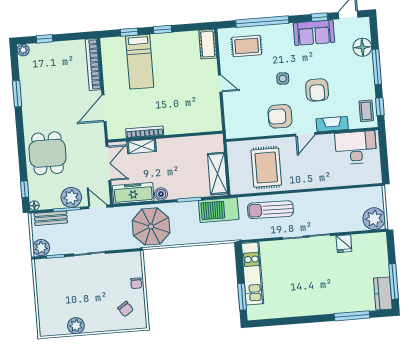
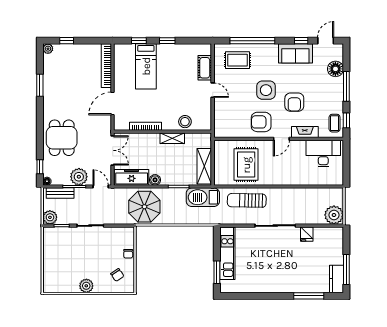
cot: (208, 44) -> (205, 68), moved
side table: (283, 79) -> (266, 90), width x1.87, depth x1.87
stool: (191, 123) -> (185, 122), added
shelving: (142, 146) -> (172, 138), moved
plant: (76, 326) -> (86, 286), moved

